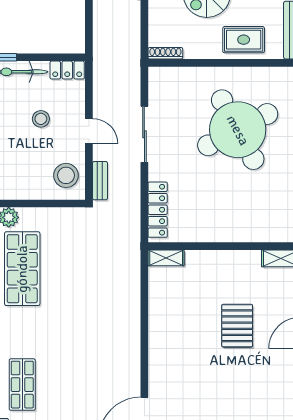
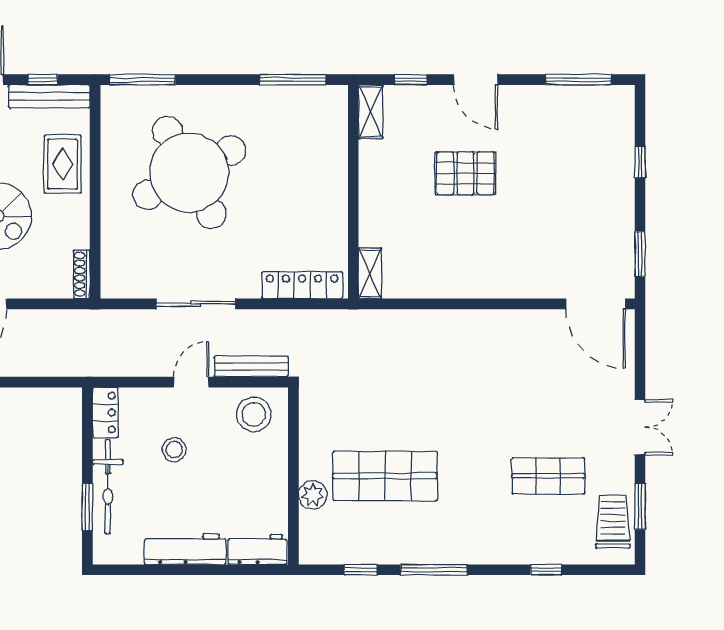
bench: (100, 181) -> (251, 366), width x1.36

